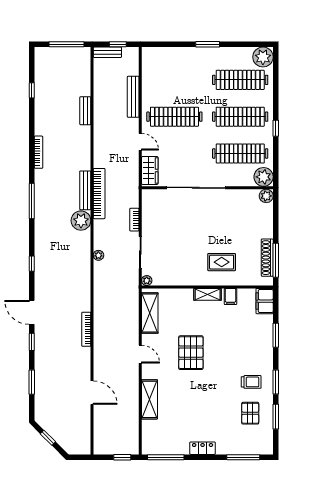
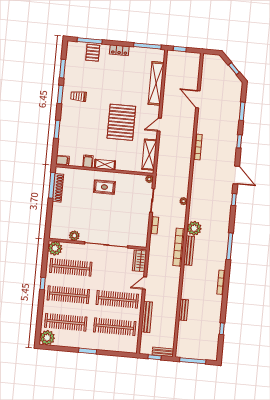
clothes rail: (174, 80) -> (115, 327), added
door: (140, 142) -> (145, 283), hinge flipped
plant: (266, 196) -> (74, 236), moved
rug: (222, 262) -> (104, 187), moved
filing cabinet: (265, 301) -> (62, 160), width x0.50
door: (32, 312) -> (236, 175), moved
pallet: (191, 353) -> (121, 122), width x1.37, depth x1.41
door: (140, 354) -> (159, 125), hinge flipped
shelving: (150, 399) -> (156, 83), width x1.47
pallet: (250, 413) -> (93, 53), moved

